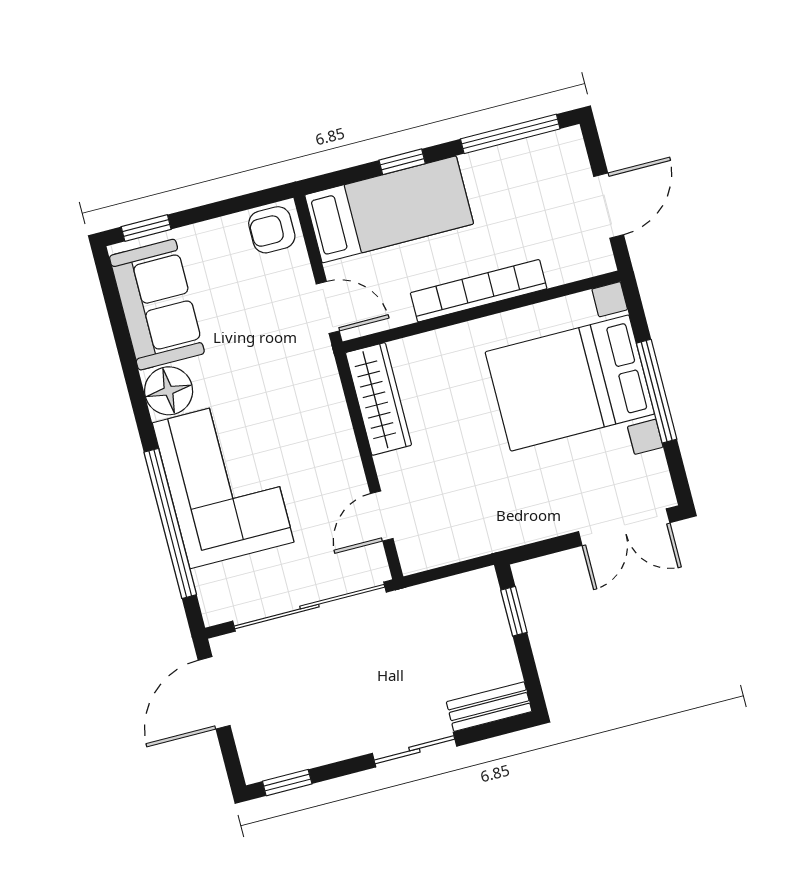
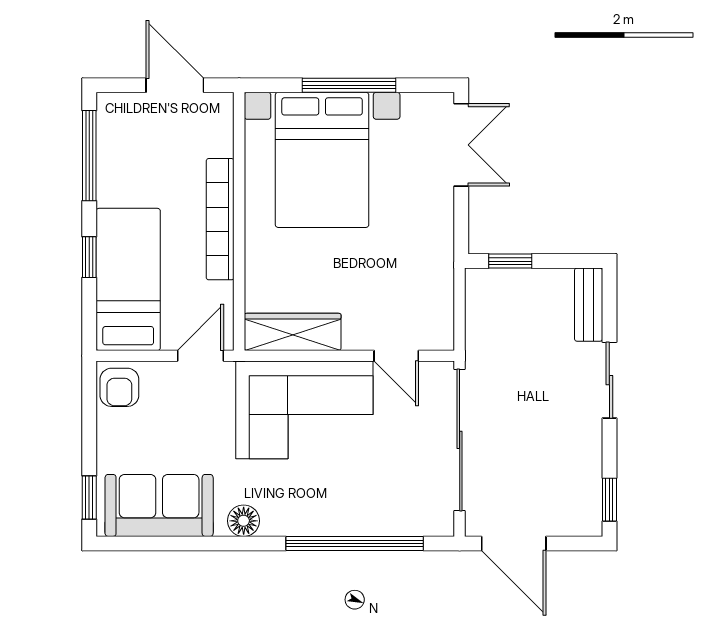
floor lamp: (169, 391) -> (244, 521), width x0.73, depth x0.73
corner sofa: (223, 483) -> (304, 410), moved, turned 180

